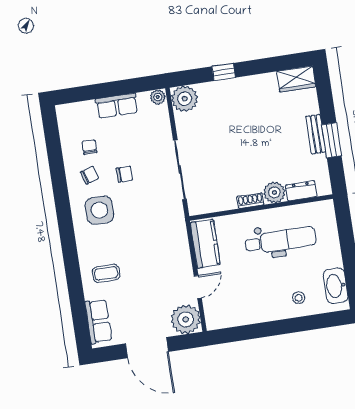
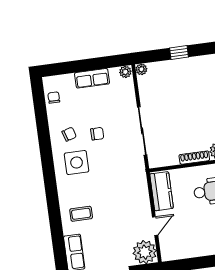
plant: (185, 99) -> (141, 69), width x0.53, depth x0.53
chair: (89, 147) -> (54, 98), moved
shoe rack: (250, 201) -> (194, 158), width x1.43

